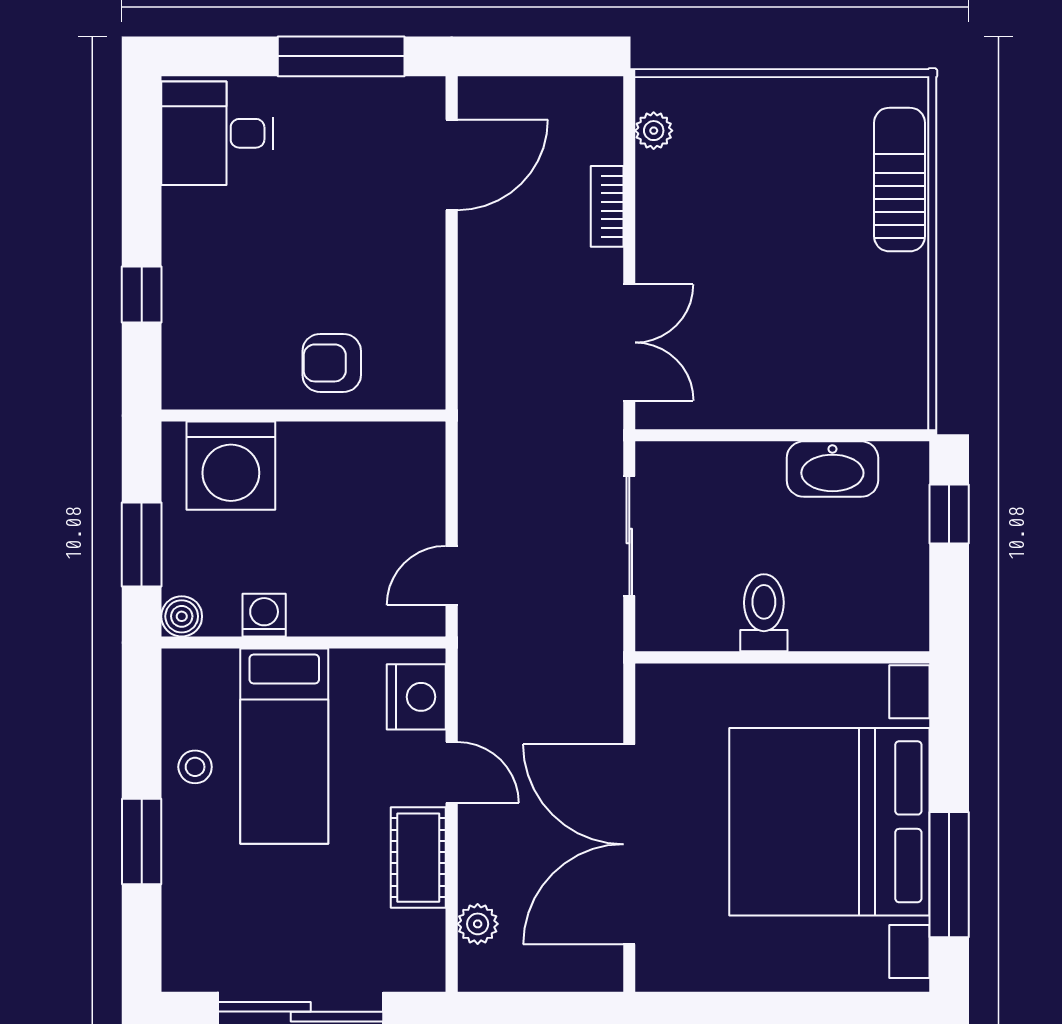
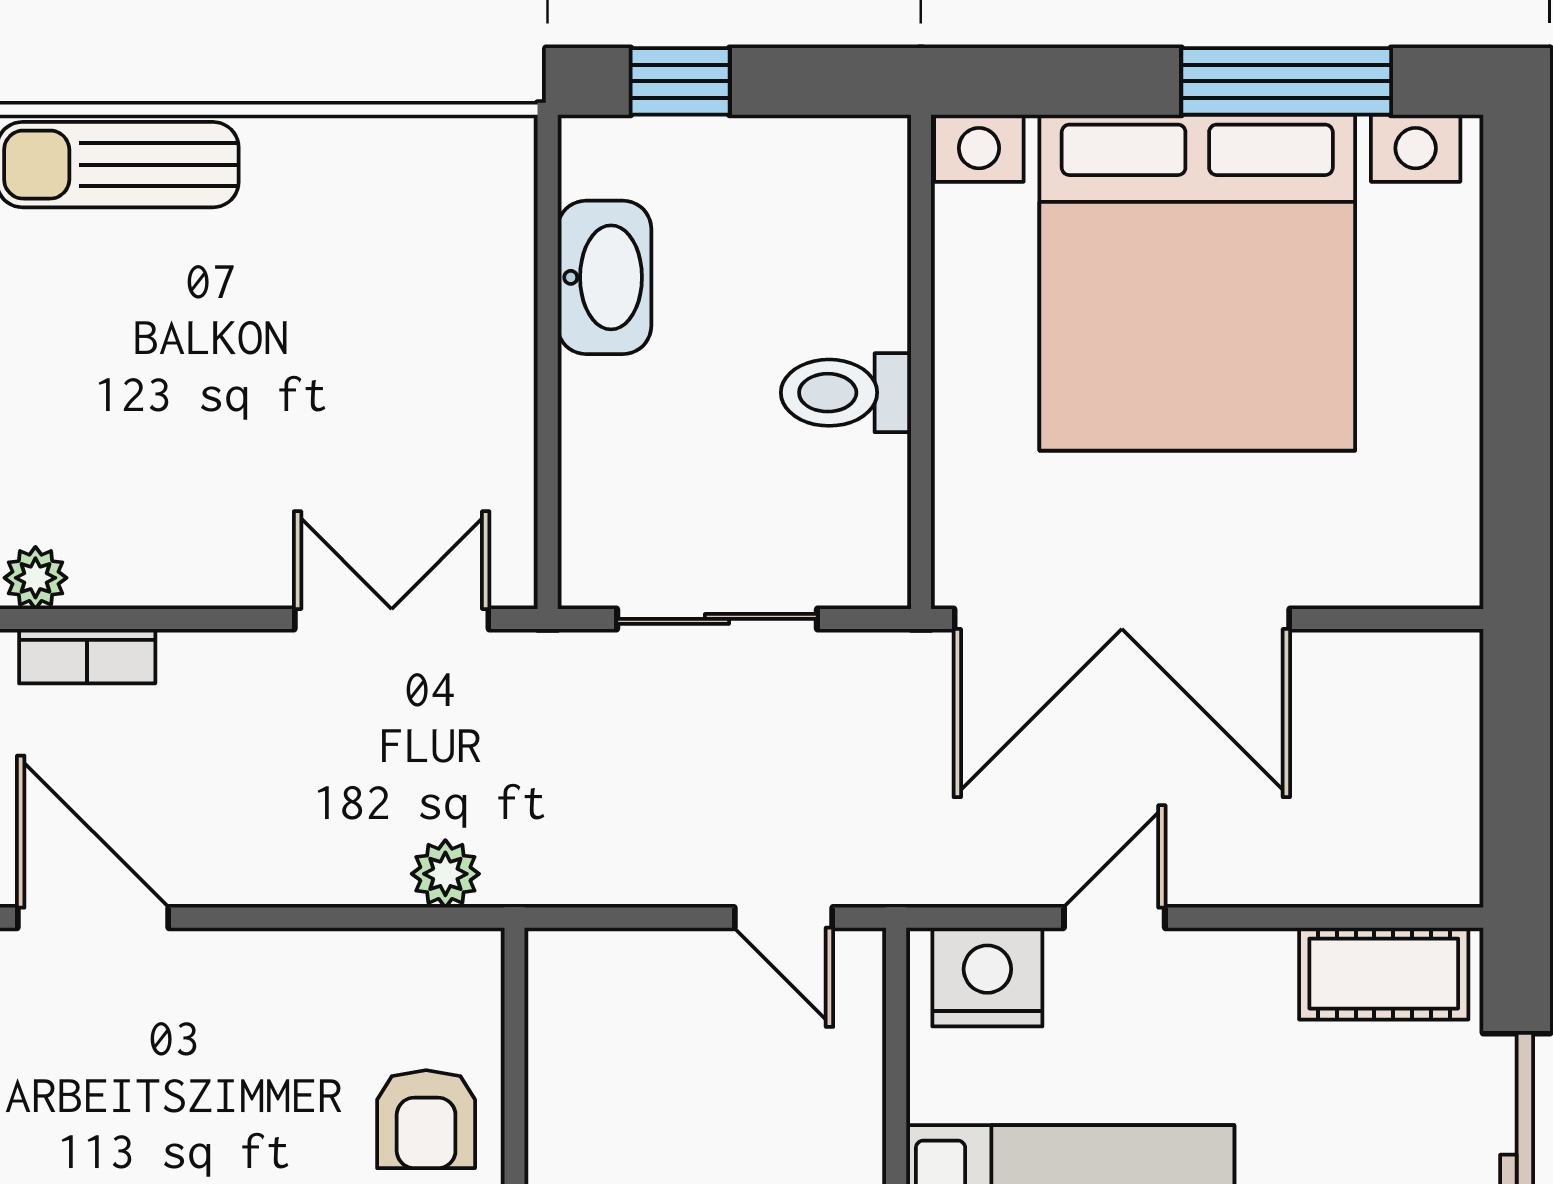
bookcase: (607, 206) -> (87, 656), moved
double door: (629, 844) -> (1122, 619), moved
cot: (418, 858) -> (1384, 974), moved
plant: (478, 924) -> (445, 874), moved

